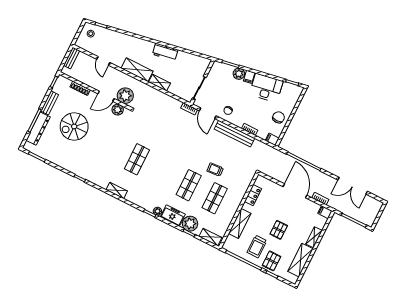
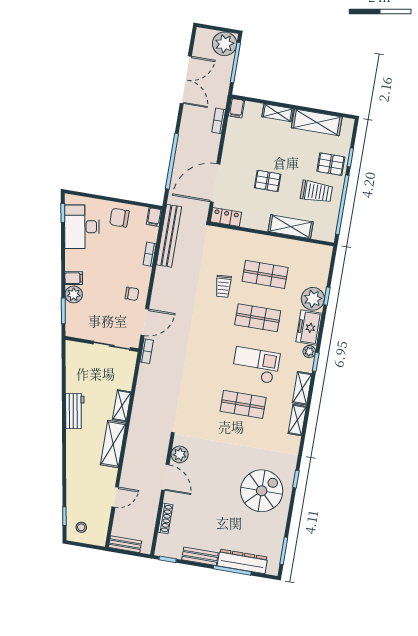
desk: (266, 88) -> (82, 227), moved
plant: (125, 96) -> (225, 44), moved
spiral stairs: (74, 127) -> (262, 491), moved, turned -90
bench: (235, 134) -> (169, 236), moved
checkout: (159, 175) -> (256, 365), added
door: (295, 191) -> (215, 183), moved
locker: (253, 195) -> (226, 217), moved
pallet: (279, 230) -> (268, 181), moved
shelving: (210, 237) -> (302, 388), moved

